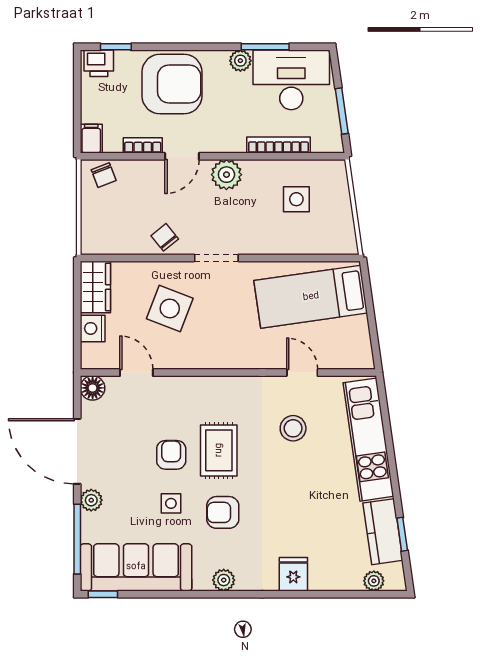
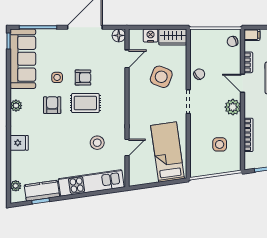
plant: (91, 500) -> (59, 35), removed

